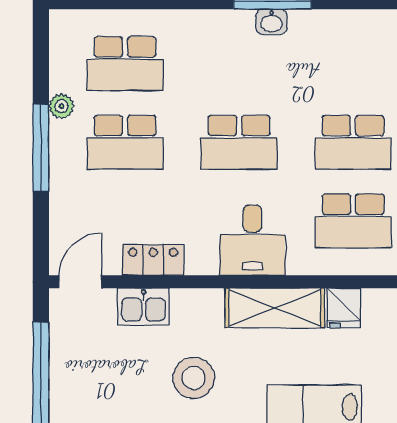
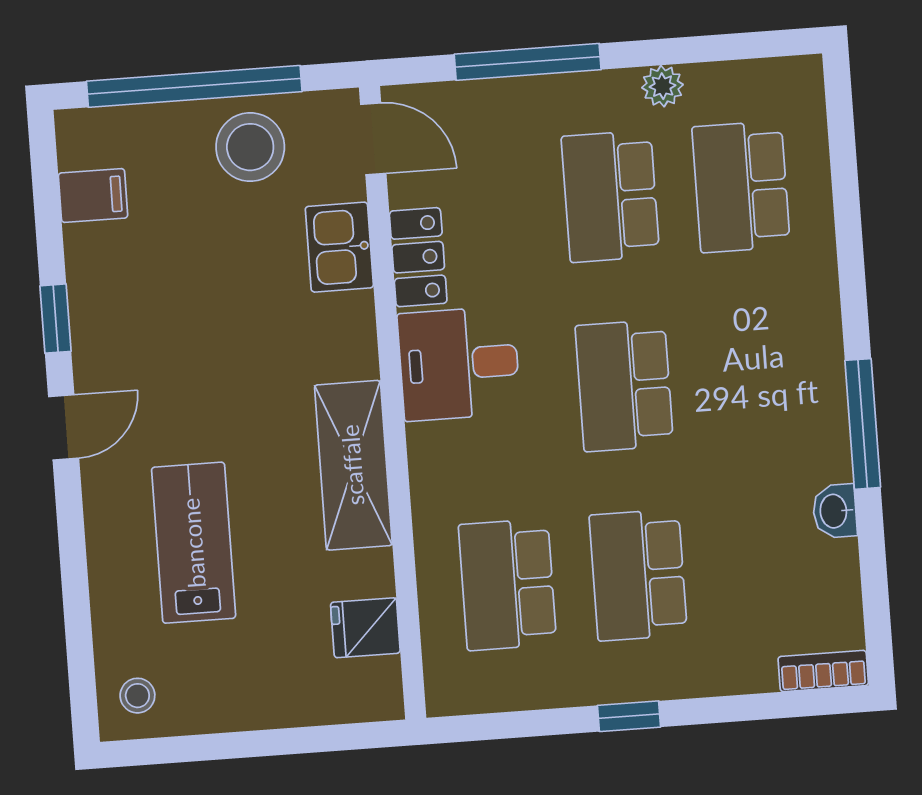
washbasin: (272, 22) -> (835, 511), moved
window: (41, 148) -> (528, 62), moved
desk: (253, 240) -> (459, 364), moved
fridge: (344, 308) -> (365, 628), moved
stool: (194, 378) -> (250, 147), moved

